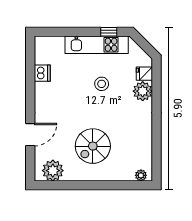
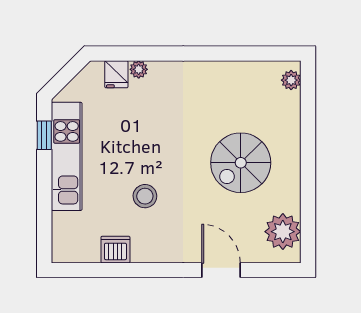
stool: (102, 84) -> (145, 196), moved
plant: (143, 91) -> (139, 69), width x0.53, depth x0.53
spiral stairs: (93, 146) -> (241, 163), turned 90

